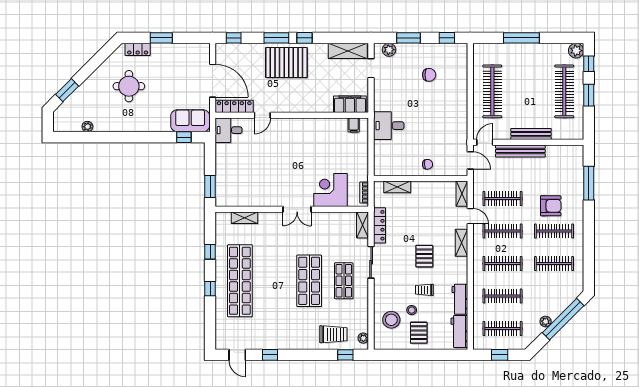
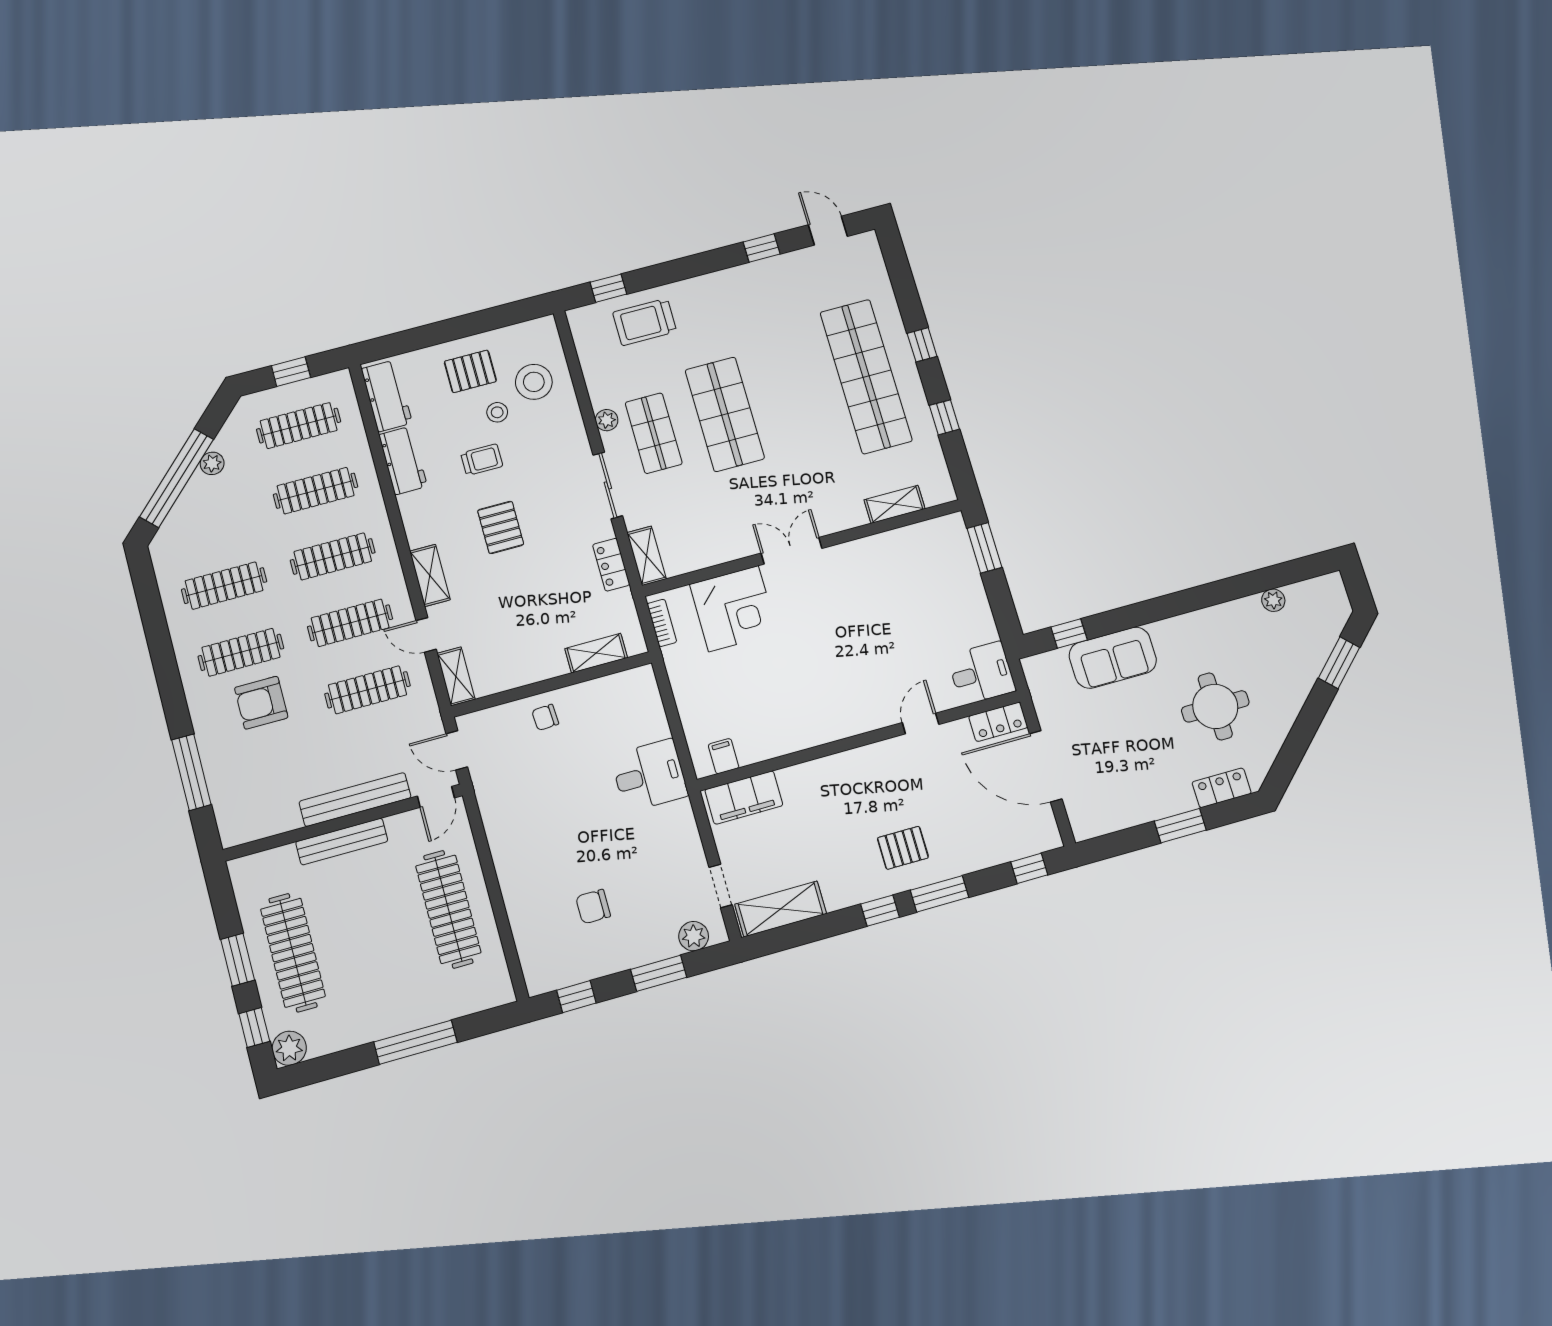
pallet: (286, 62) -> (903, 848), width x0.49, depth x0.50
locker: (234, 106) -> (998, 722), width x0.66
sofa: (190, 121) -> (1113, 658), moved
locker: (380, 225) -> (611, 565), width x0.66
pallet: (419, 333) -> (470, 371), turned 90
plant: (363, 338) -> (607, 420), moved

